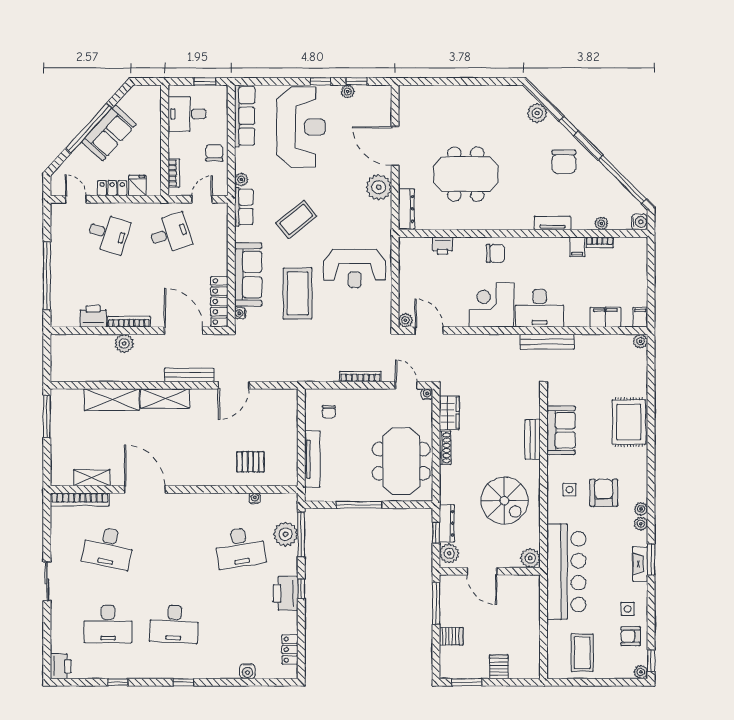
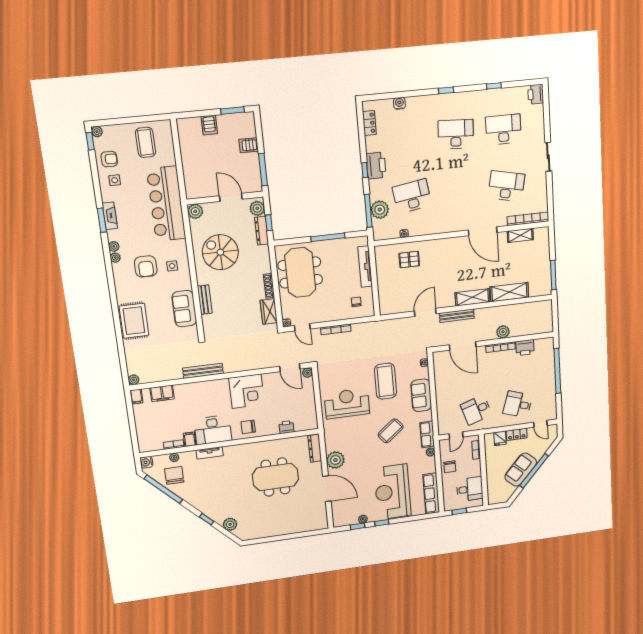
chair: (564, 162) -> (174, 475), moved
sofa: (248, 275) -> (421, 395), width x0.73
locker: (219, 301) -> (439, 369), removed
desk: (540, 308) -> (213, 430), moved, turned 180

